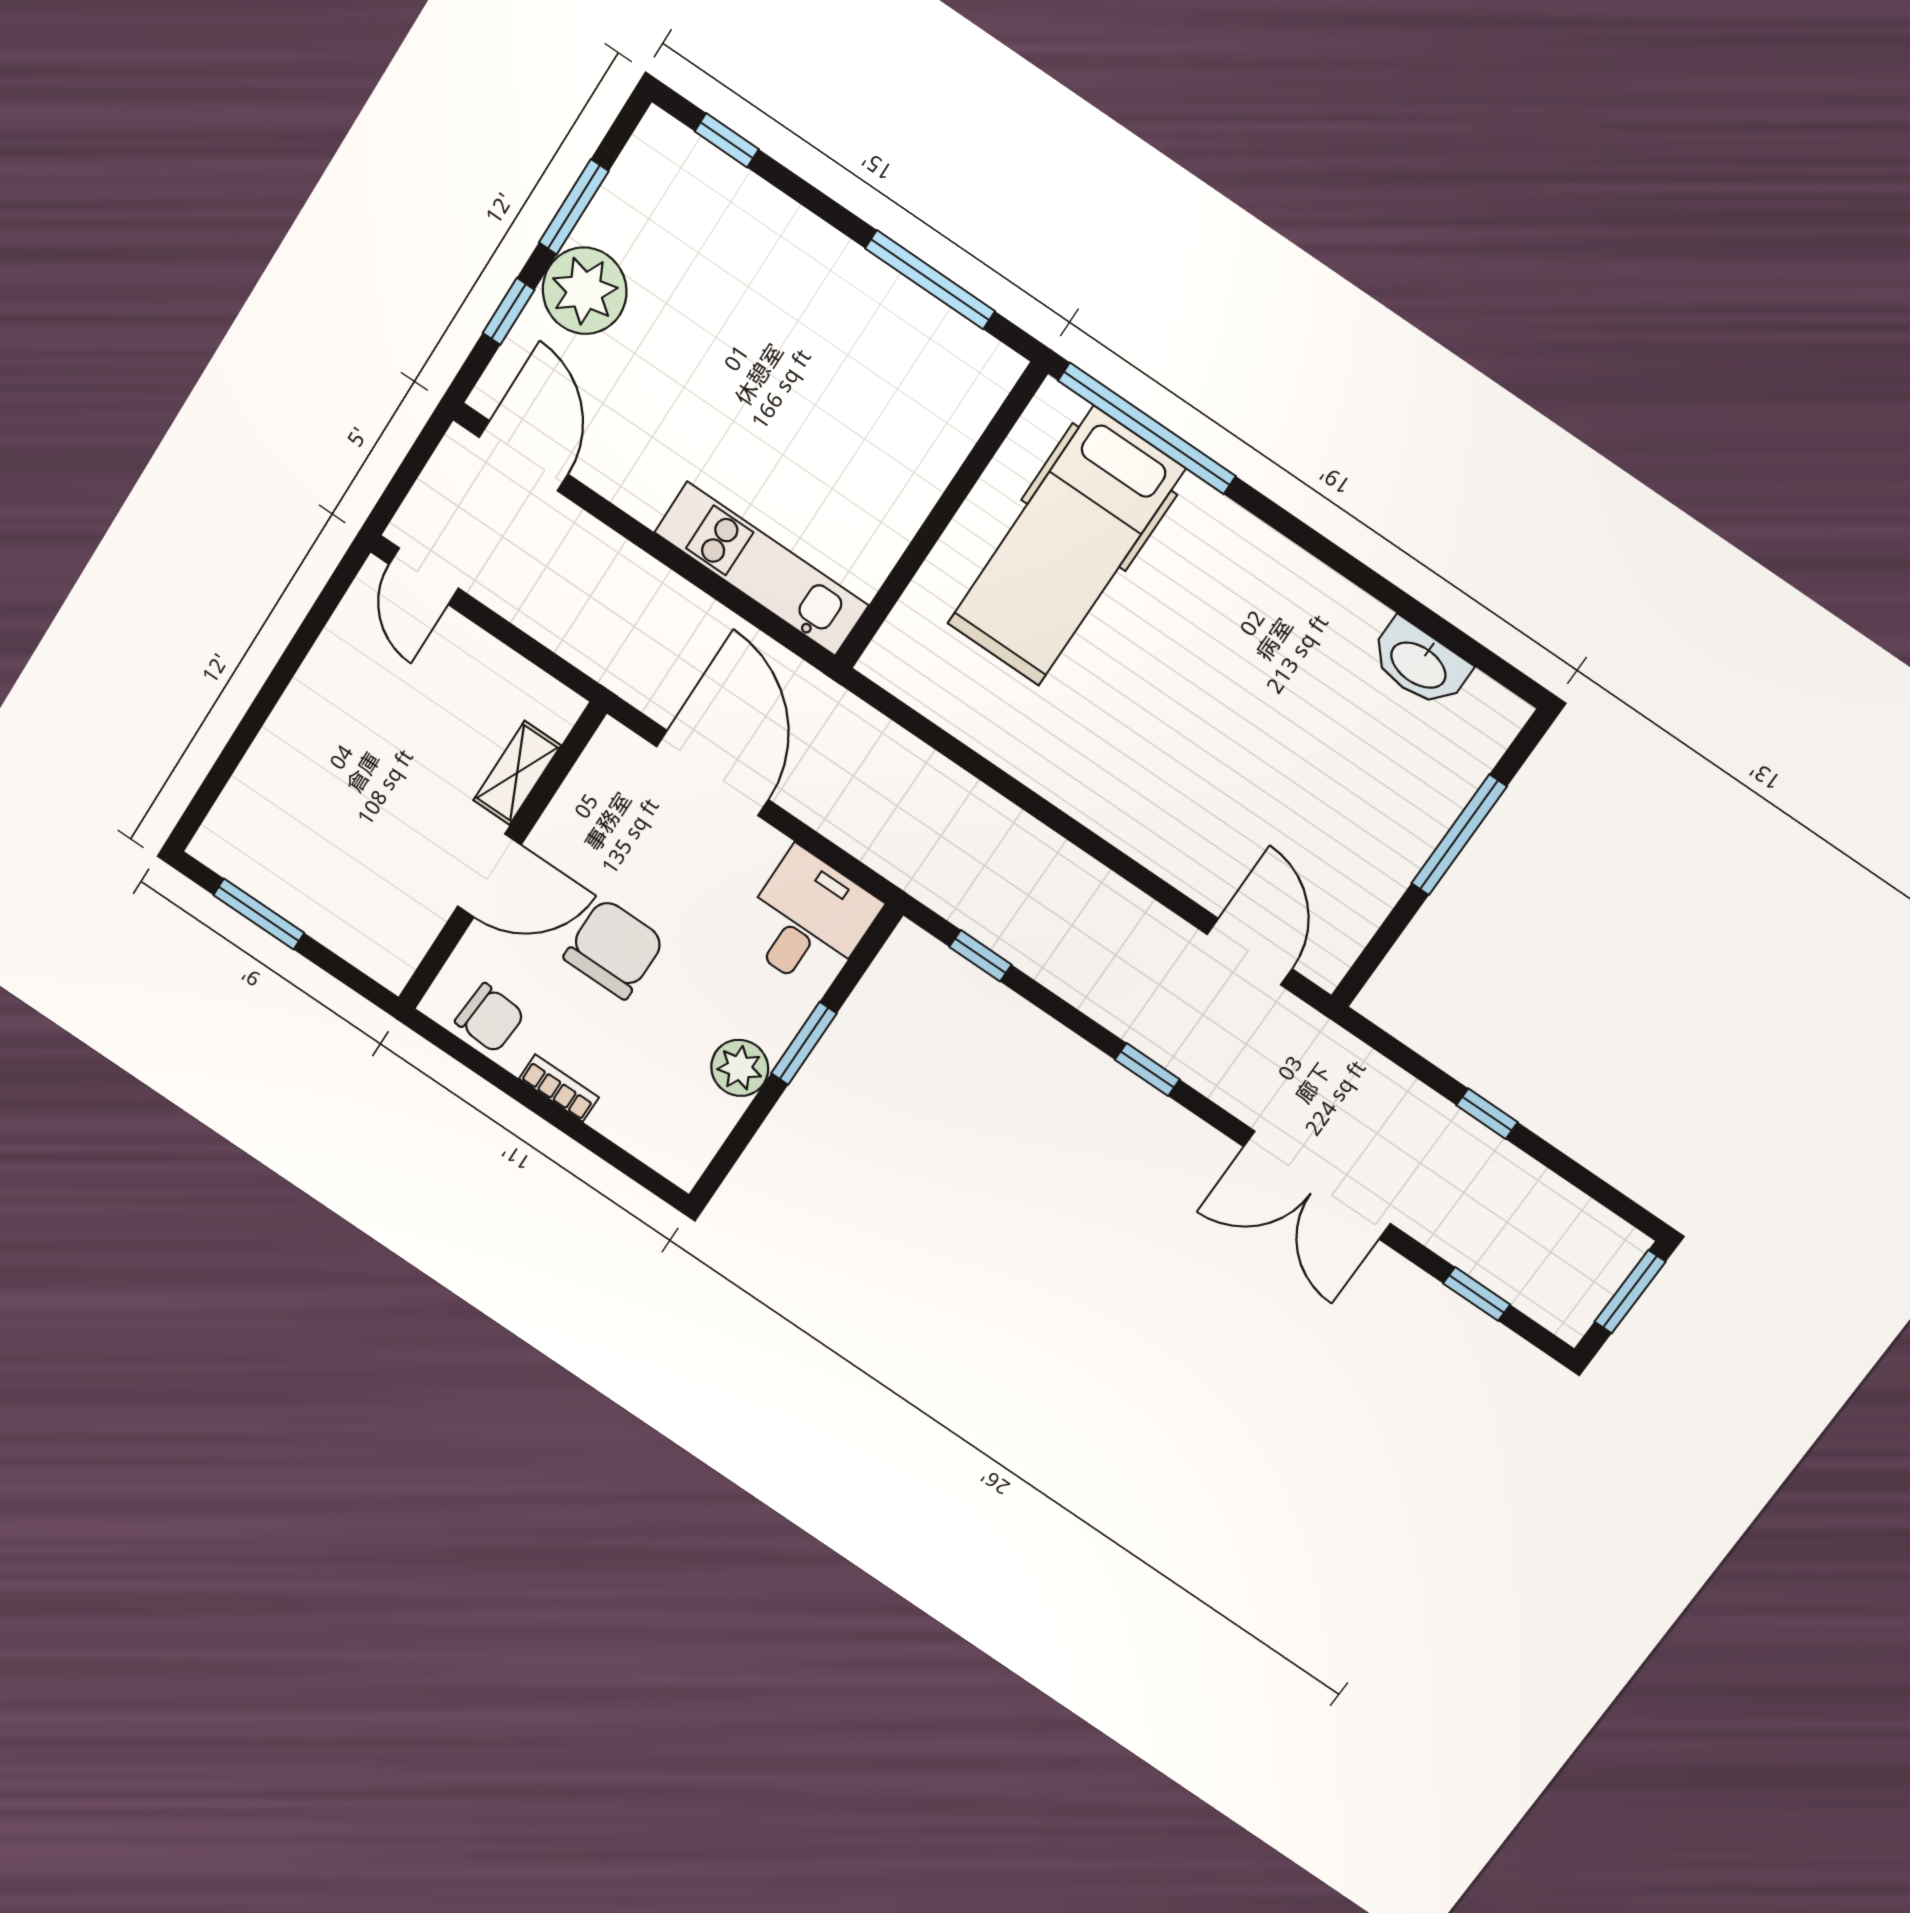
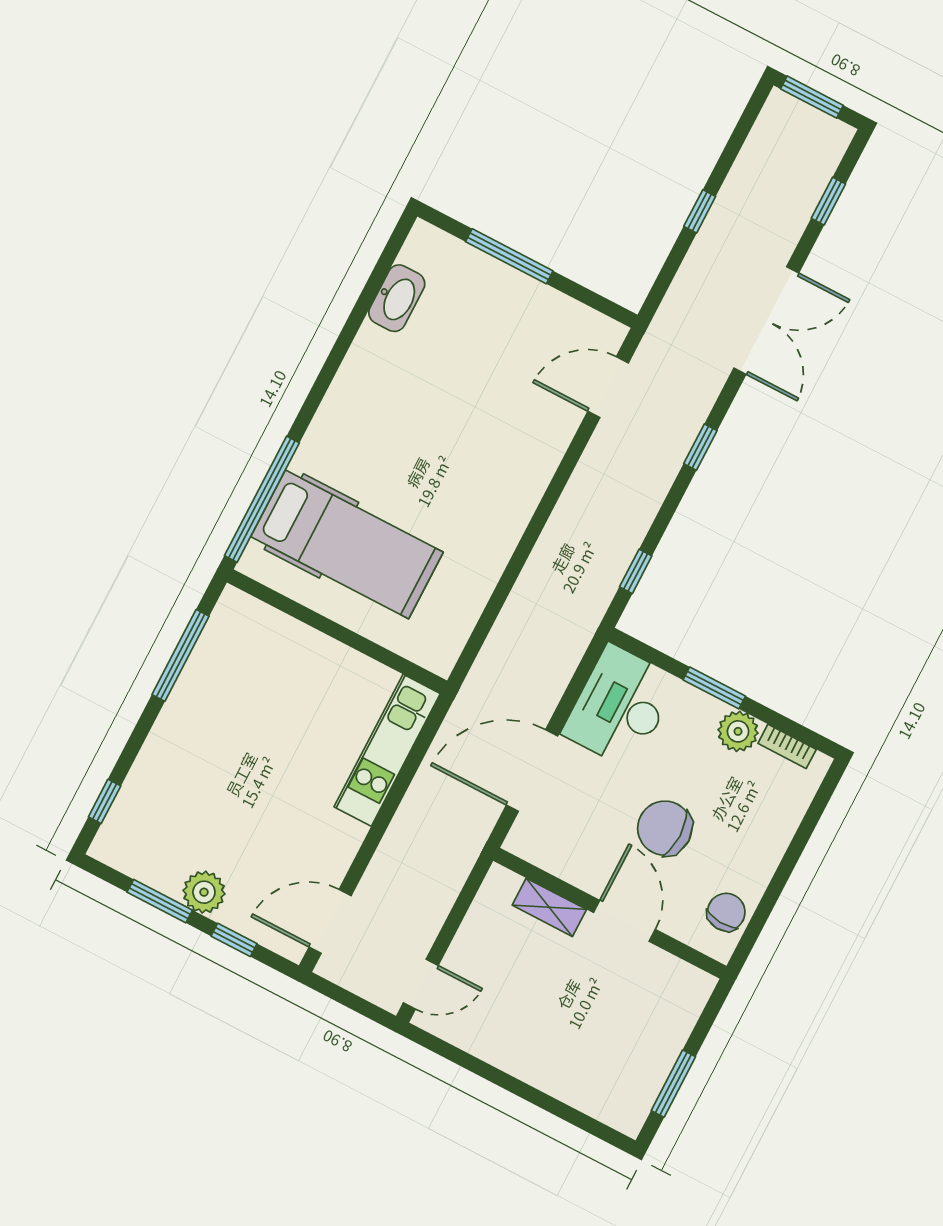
plant: (585, 291) -> (204, 892), width x0.73, depth x0.73
desk: (808, 921) -> (620, 706), width x1.37
bookcase: (559, 1088) -> (787, 746), moved, turned -90

